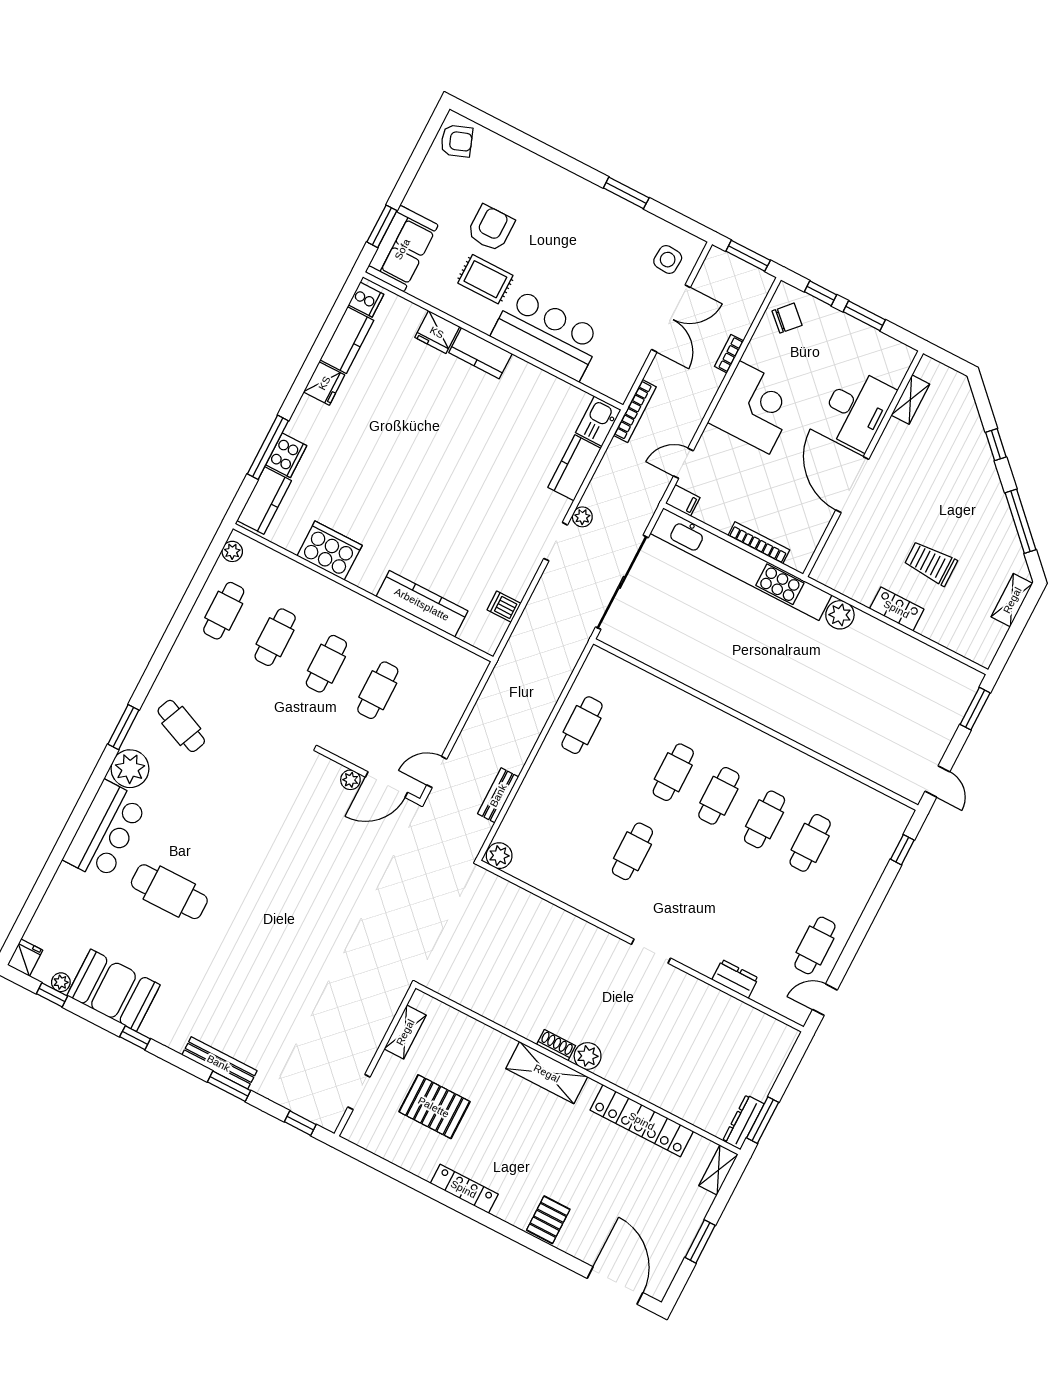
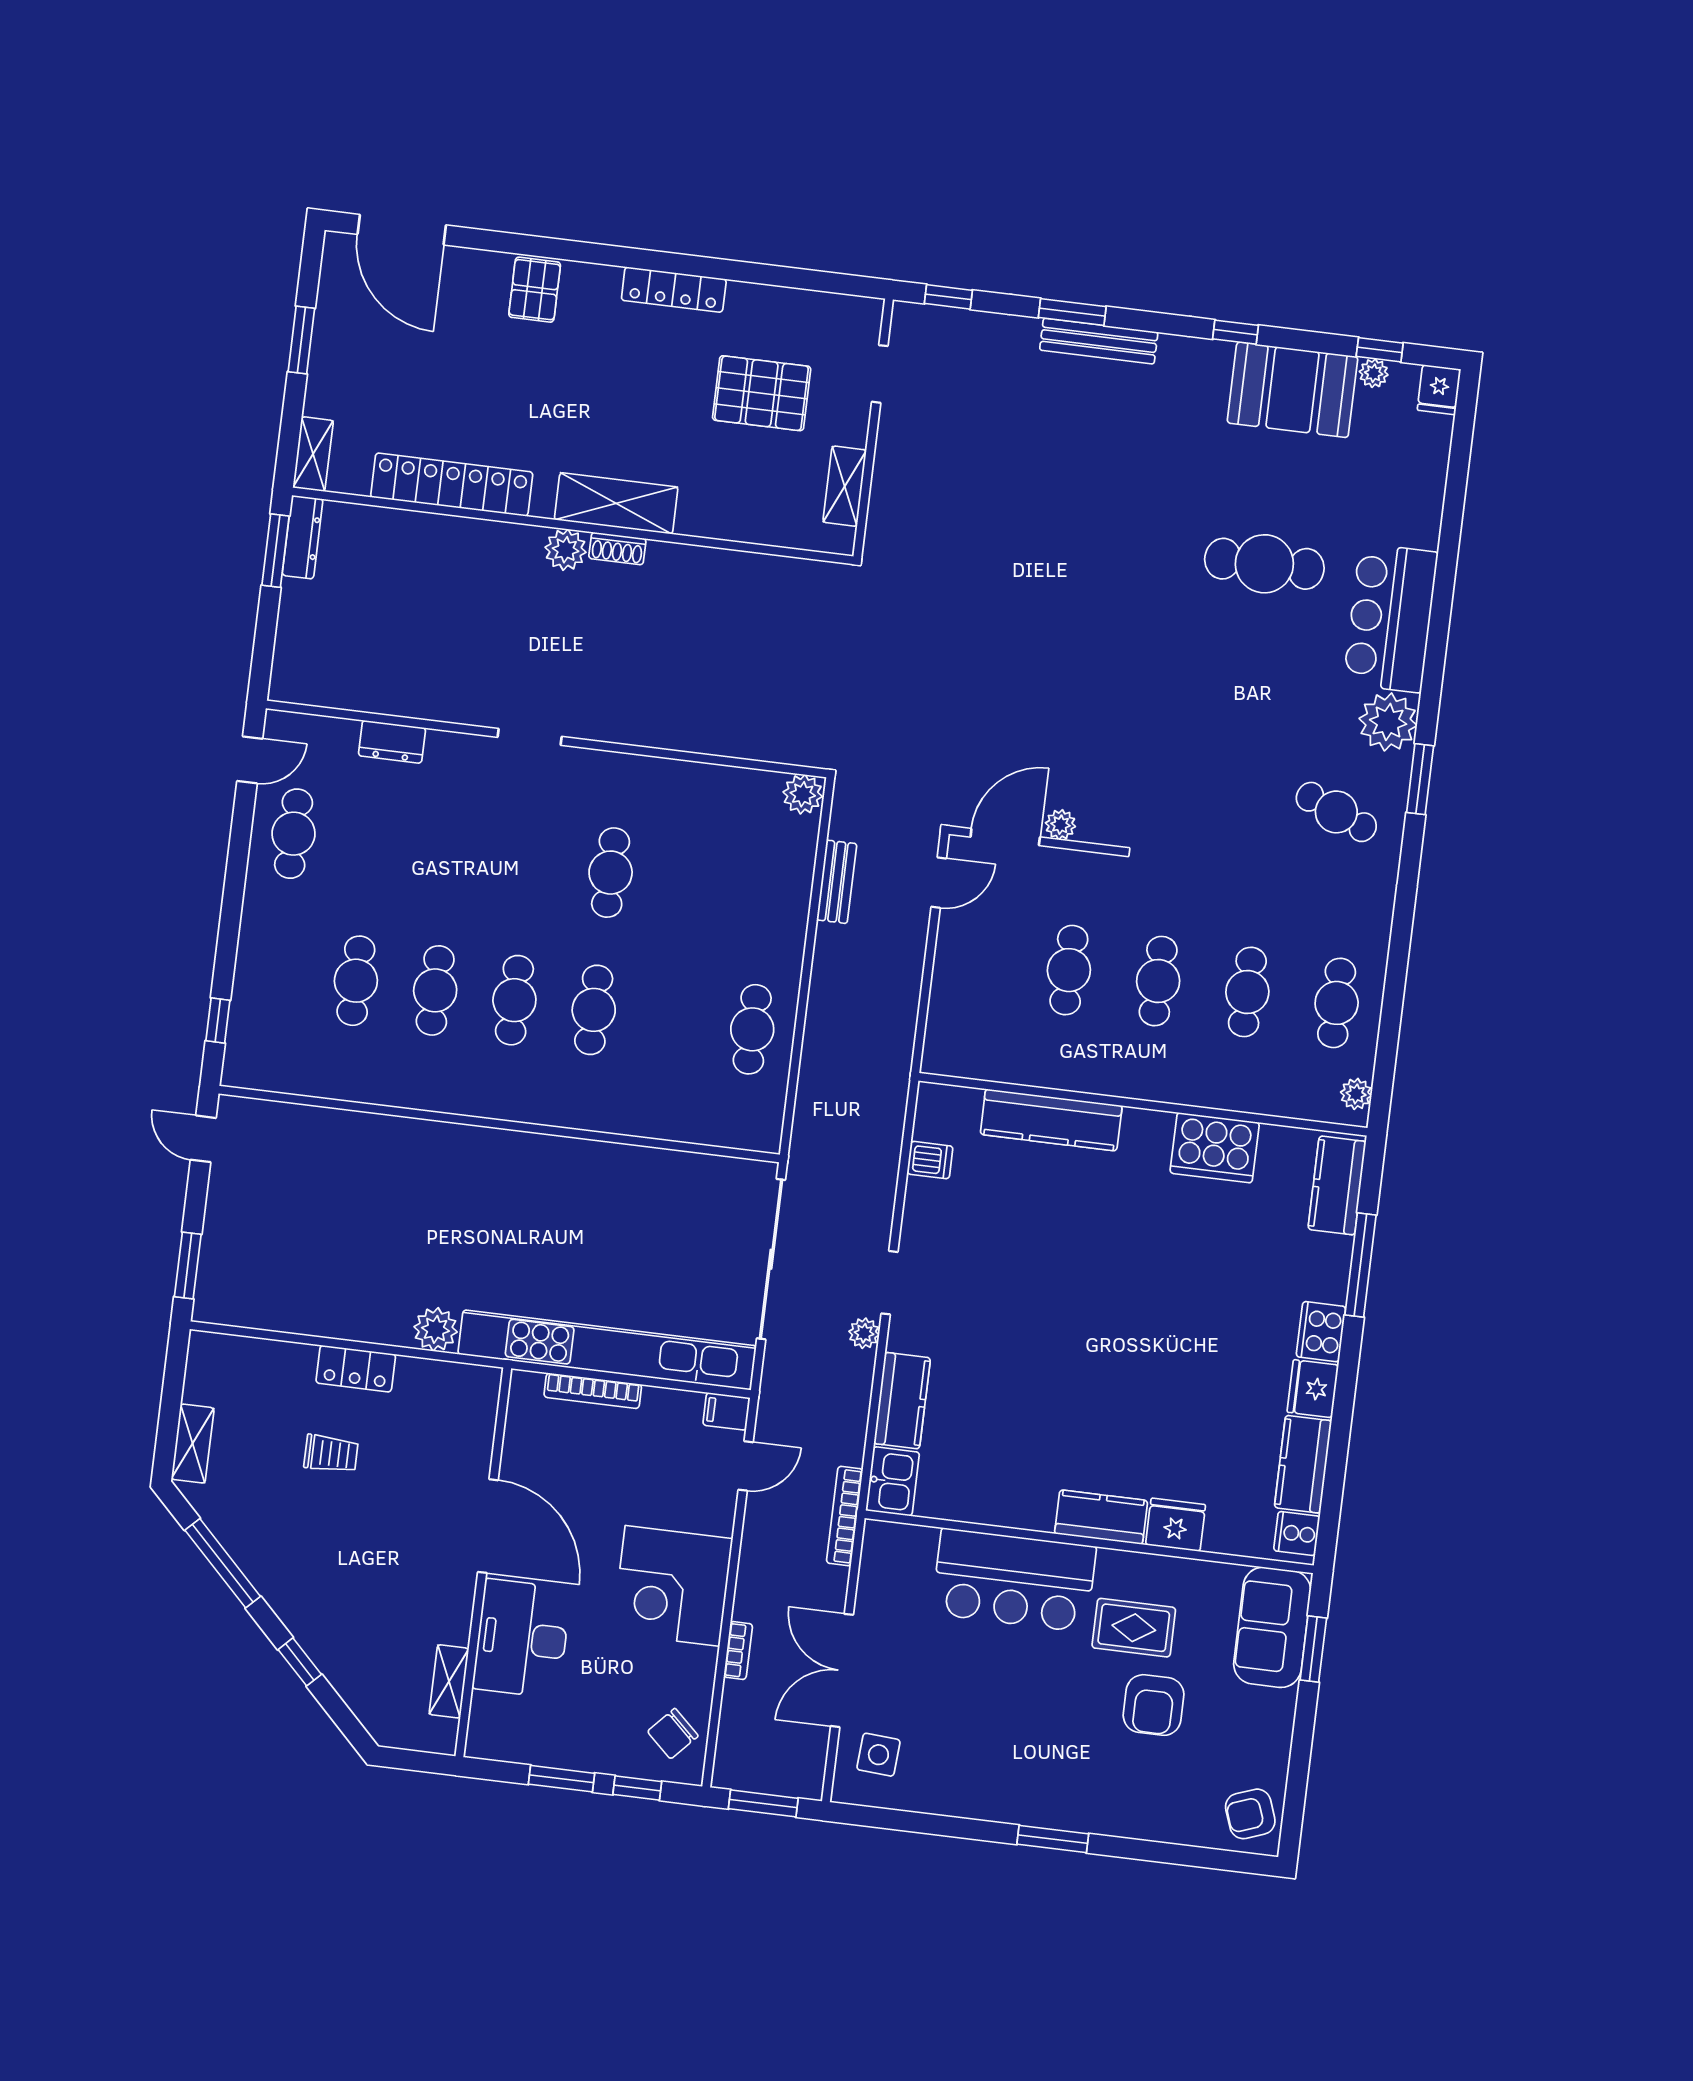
window: (626, 193) -> (1053, 1839), moved
cooker: (286, 455) -> (1321, 1332), moved
trolley: (931, 563) -> (331, 1454), width x0.73, depth x0.72

